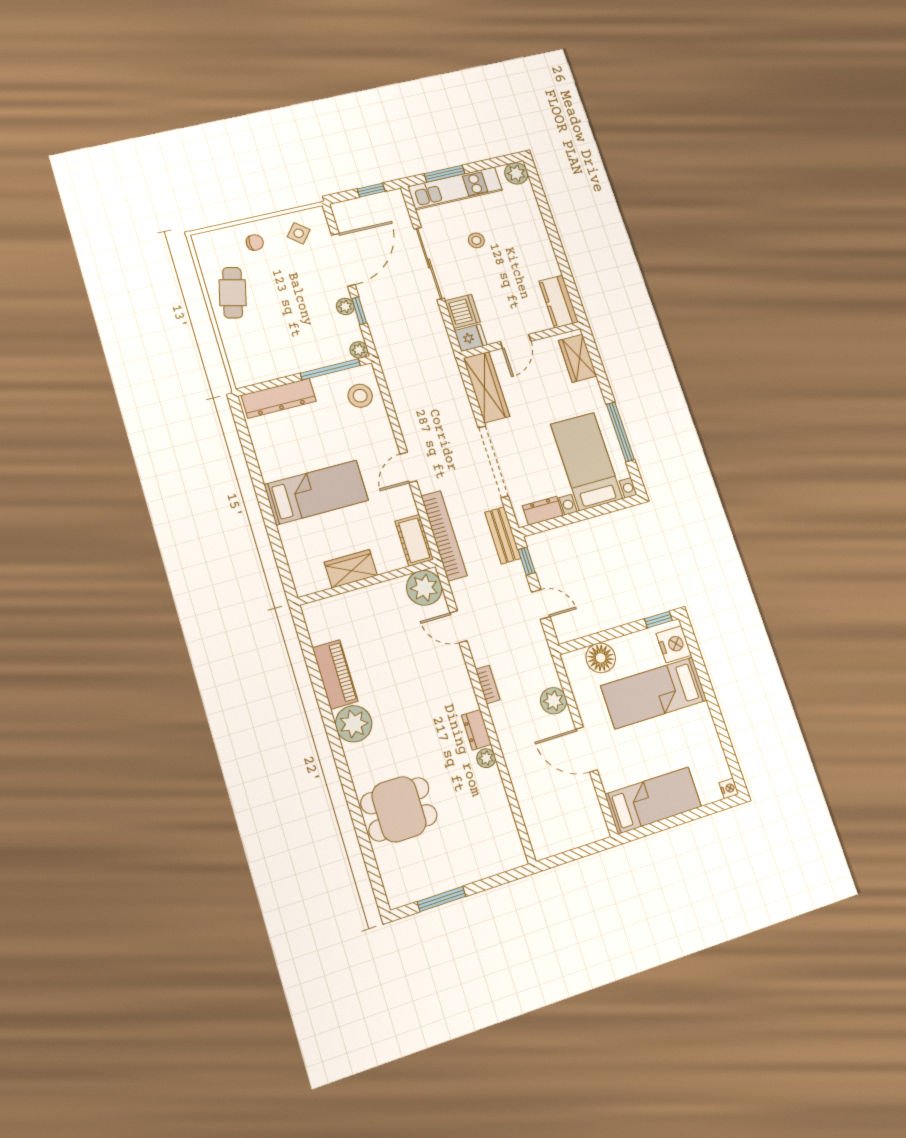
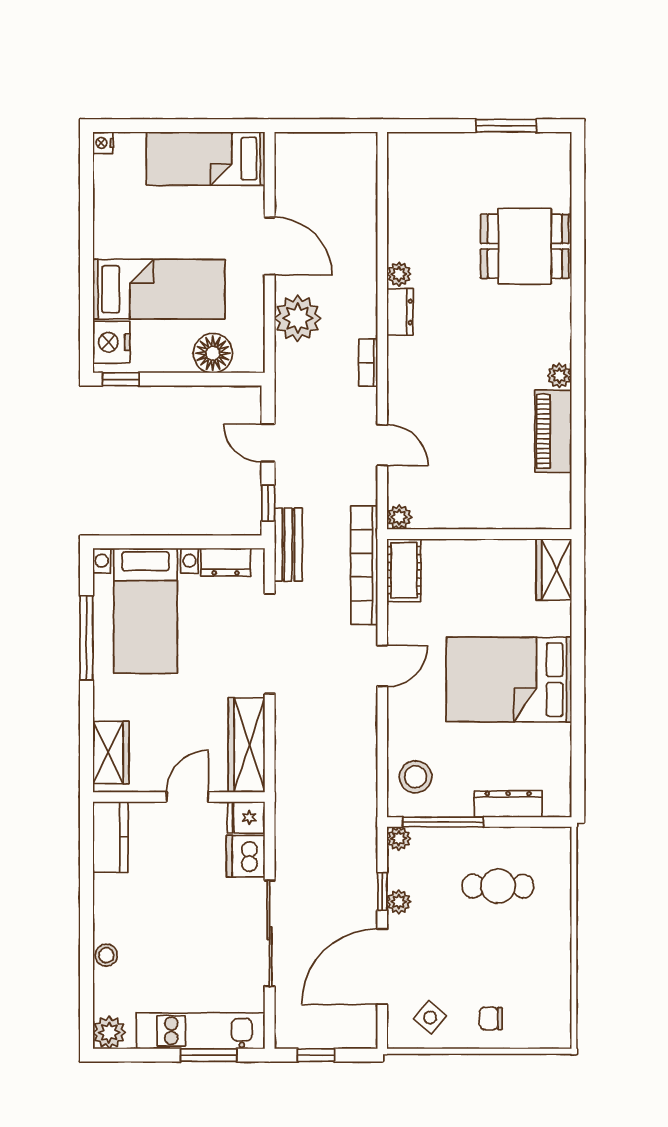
stool: (476, 240) -> (106, 955), moved
cafe table: (233, 293) -> (498, 886), moved, turned 76
dresser: (279, 398) -> (508, 804), width x0.73, depth x0.80
bed: (316, 492) -> (509, 680), width x1.50
wardrobe: (351, 569) -> (554, 569), moved, turned 90
plant: (424, 588) -> (399, 517), width x0.53, depth x0.53
plant: (554, 701) -> (298, 318), width x1.36, depth x1.36
plant: (354, 724) -> (559, 375), width x0.53, depth x0.53

